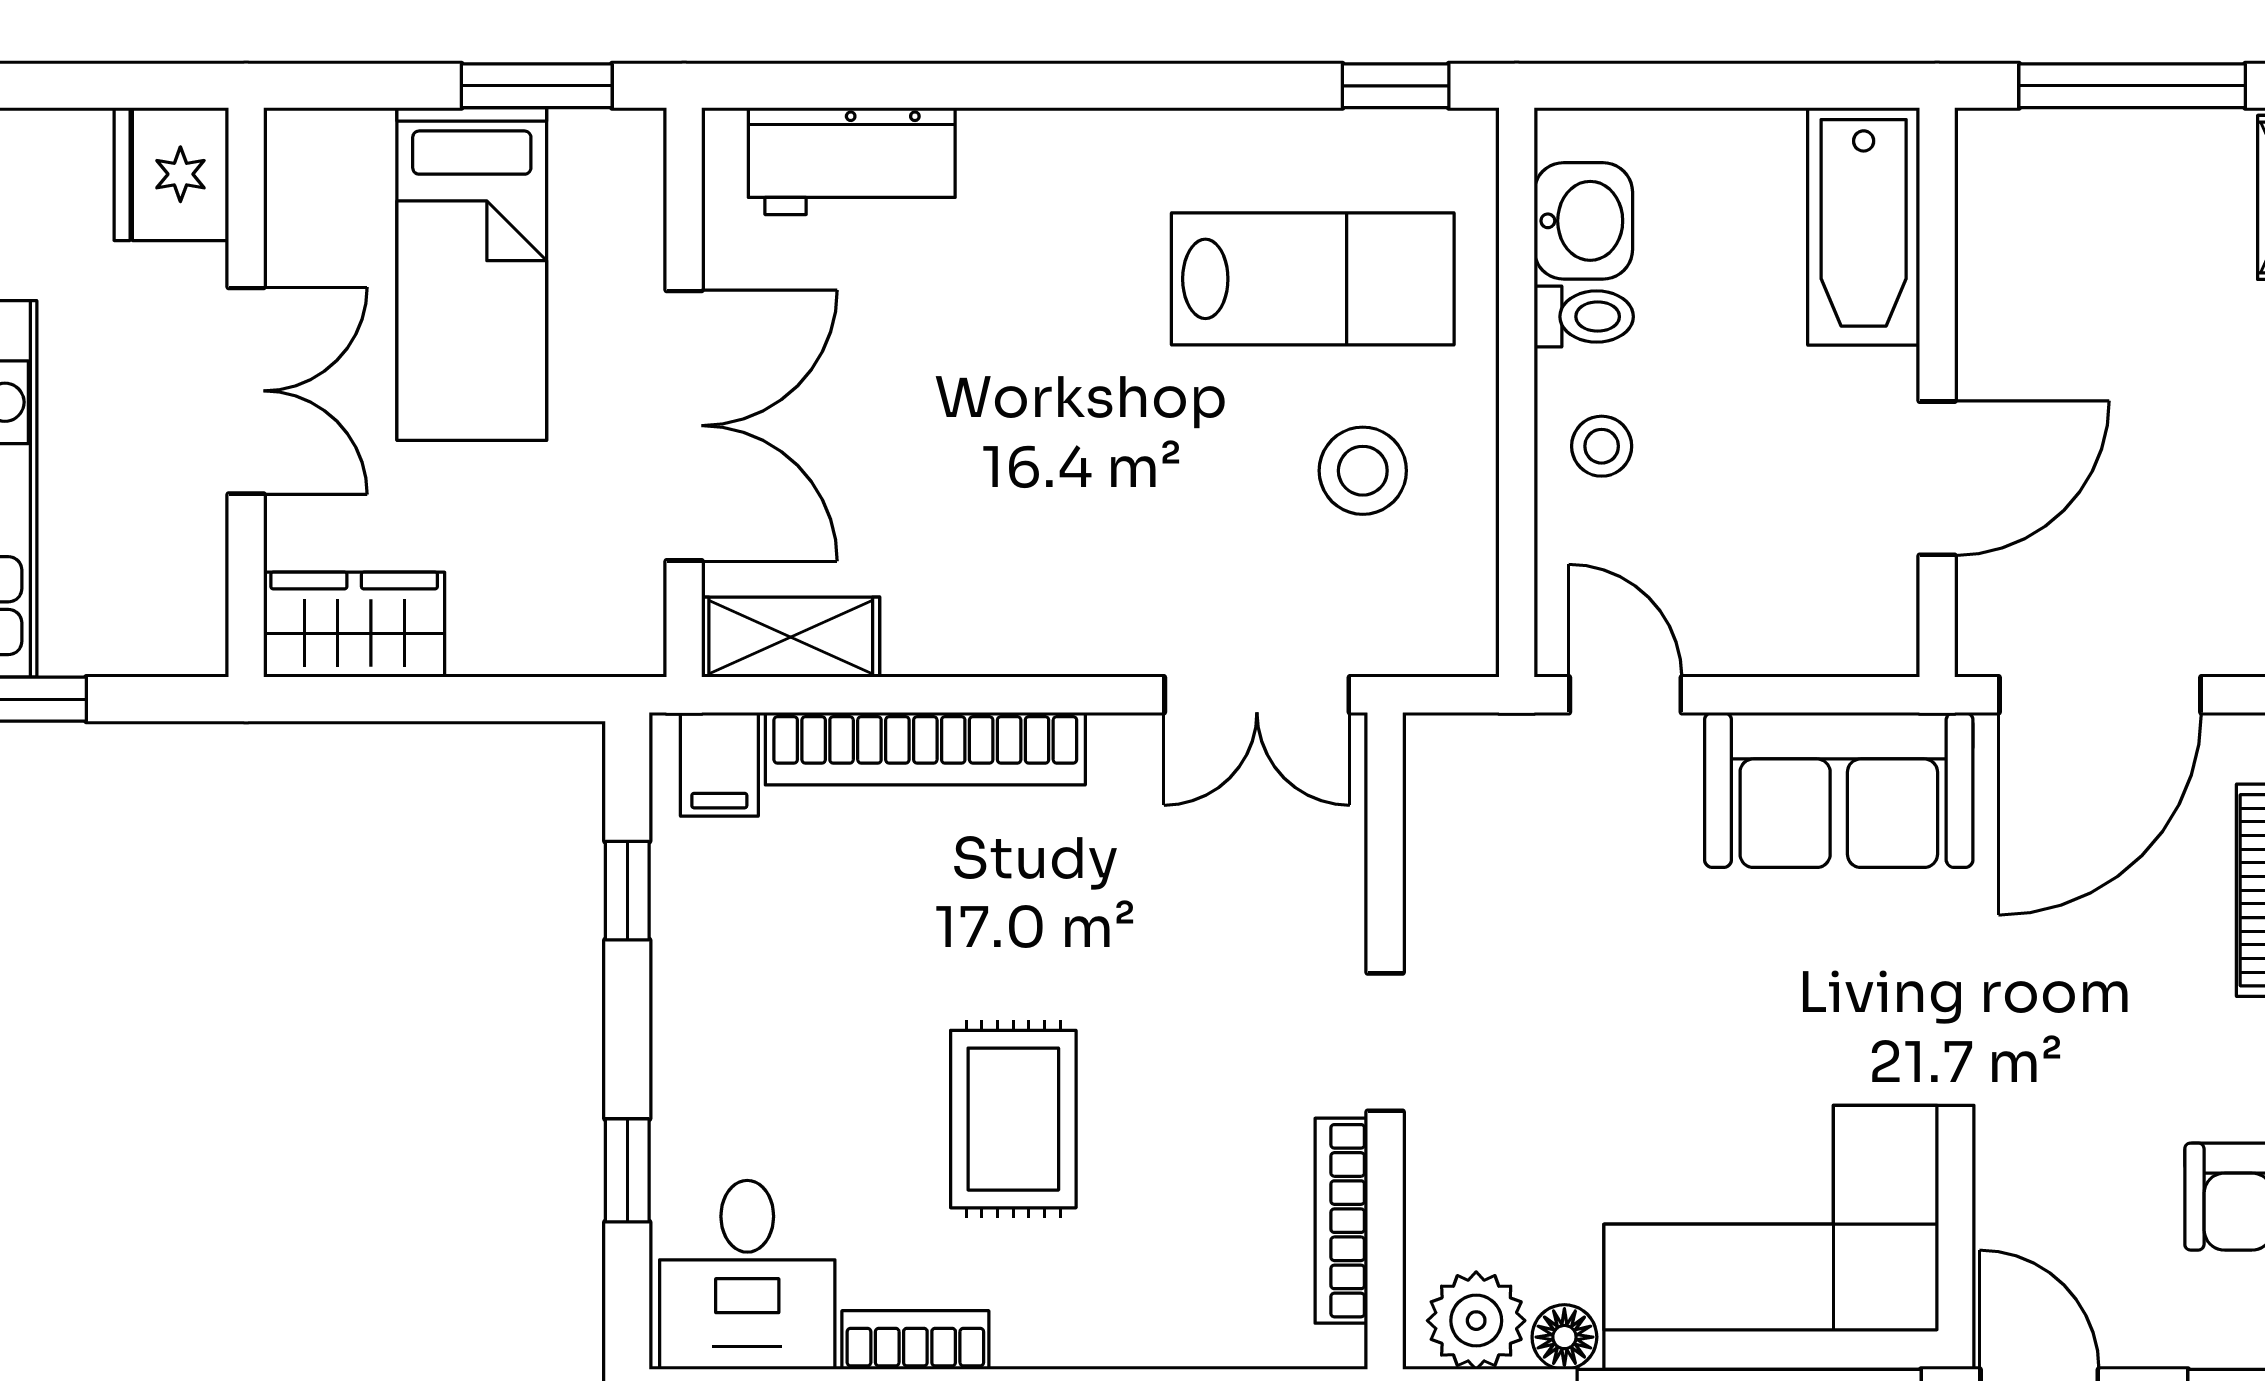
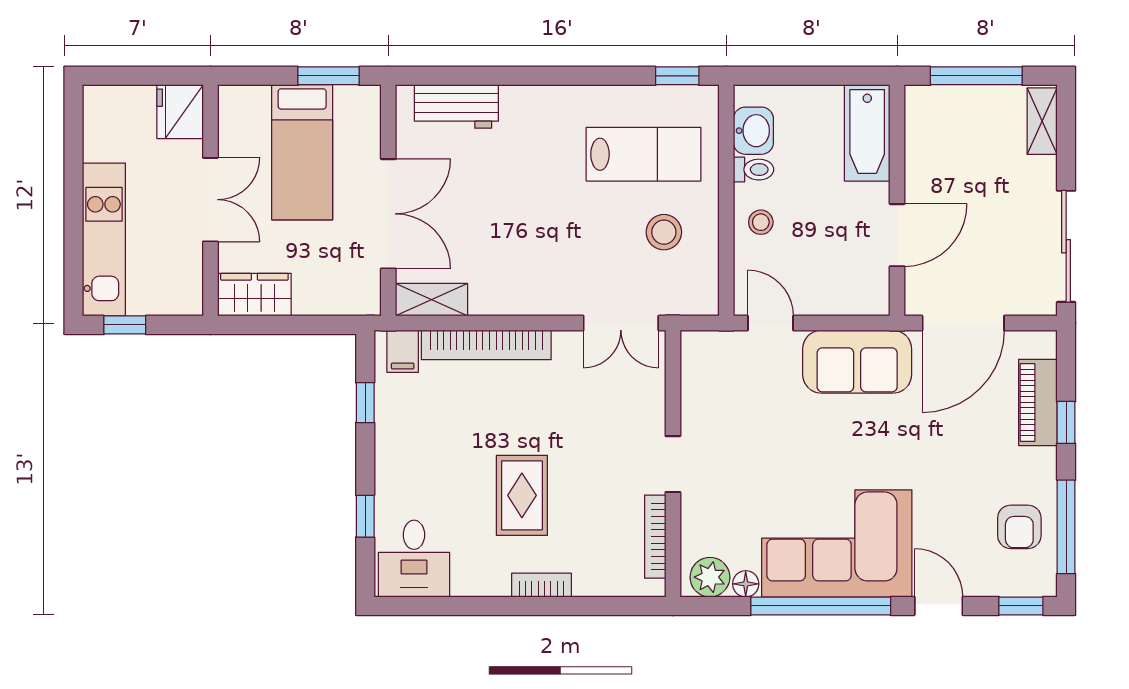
bookcase: (915, 1340) -> (541, 585), moved

